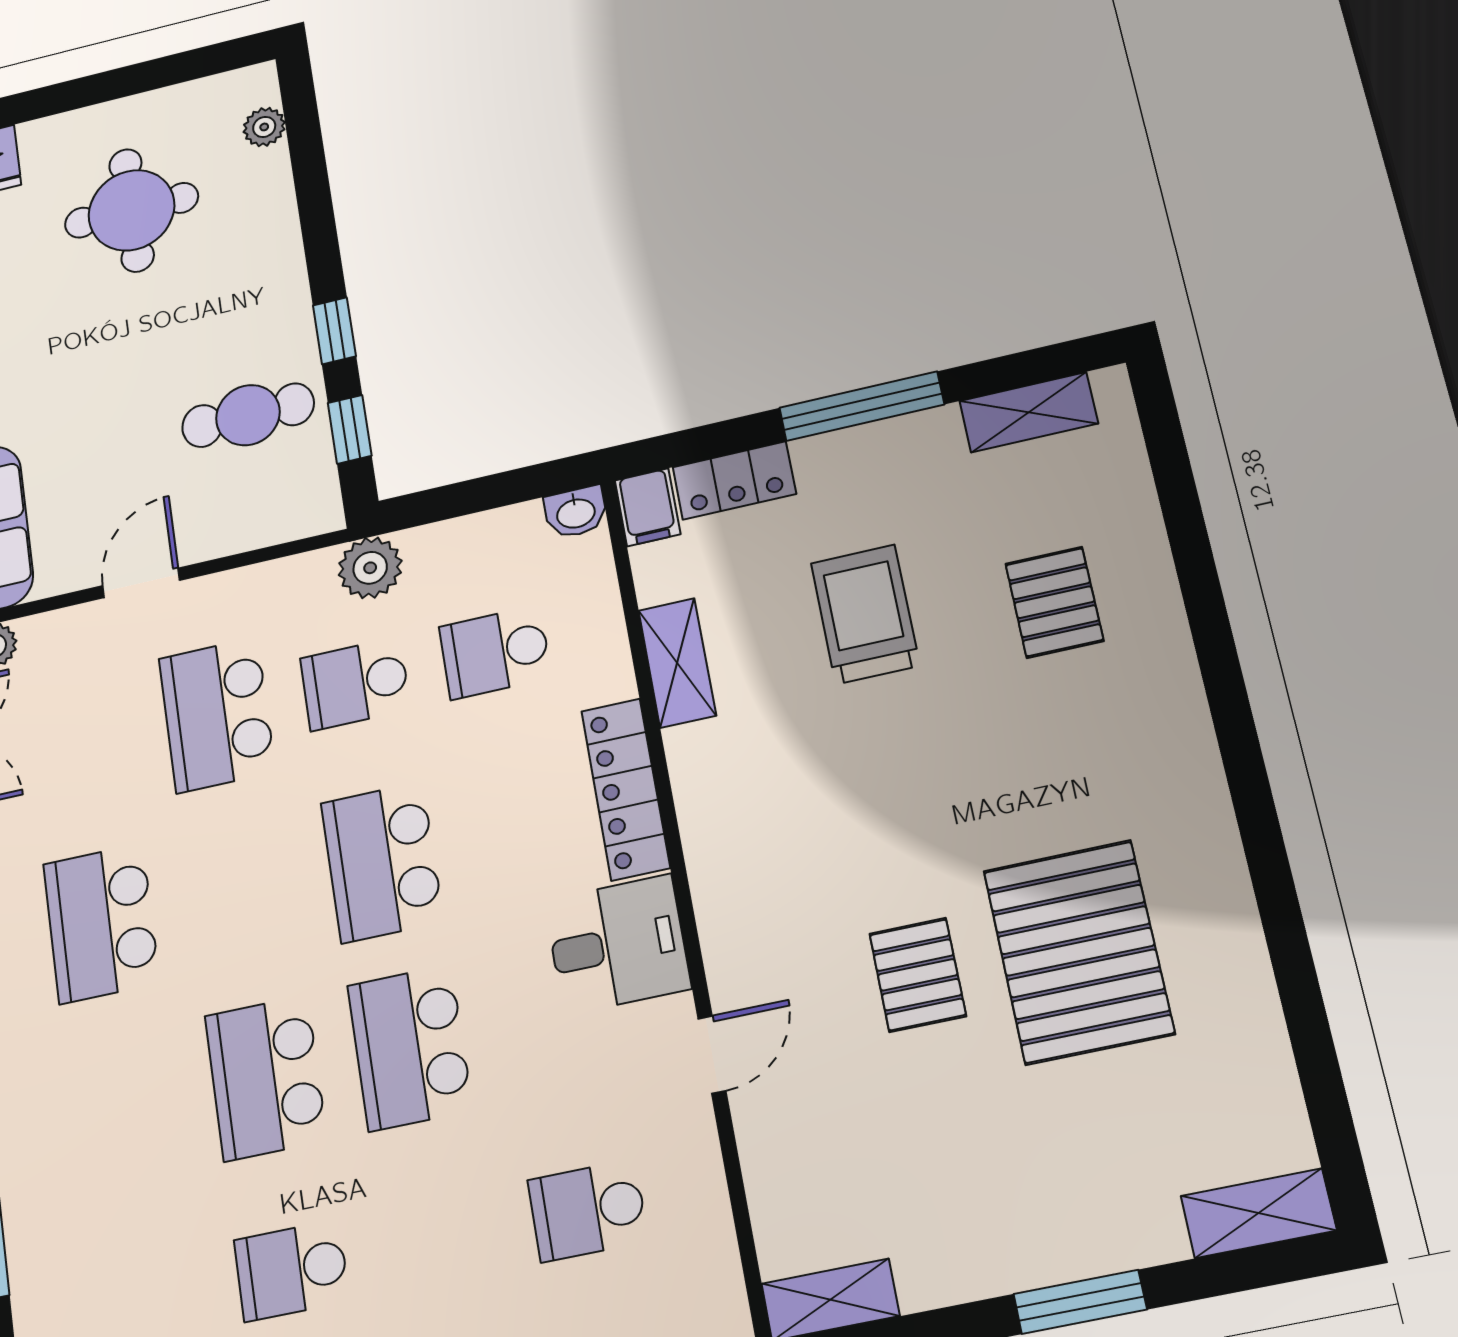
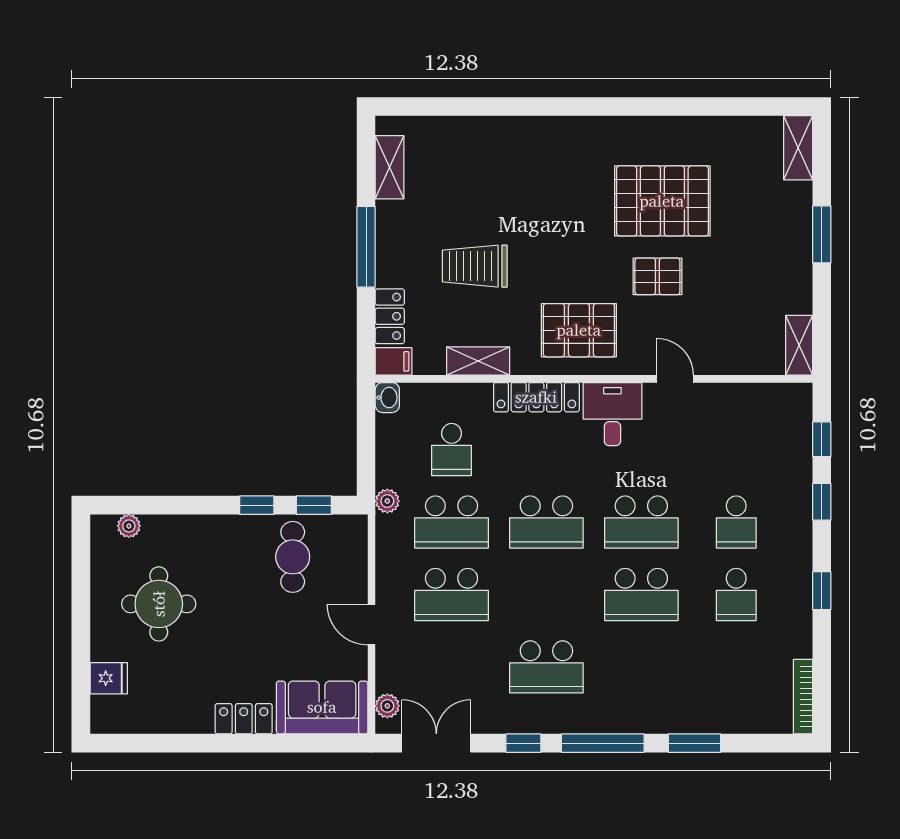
plant: (370, 568) -> (387, 501), width x0.73, depth x0.73
pallet: (1054, 602) -> (579, 330), moved, width x1.50, depth x1.42
school desk: (355, 684) -> (452, 522), width x1.85
school desk: (588, 1211) -> (736, 522), moved

